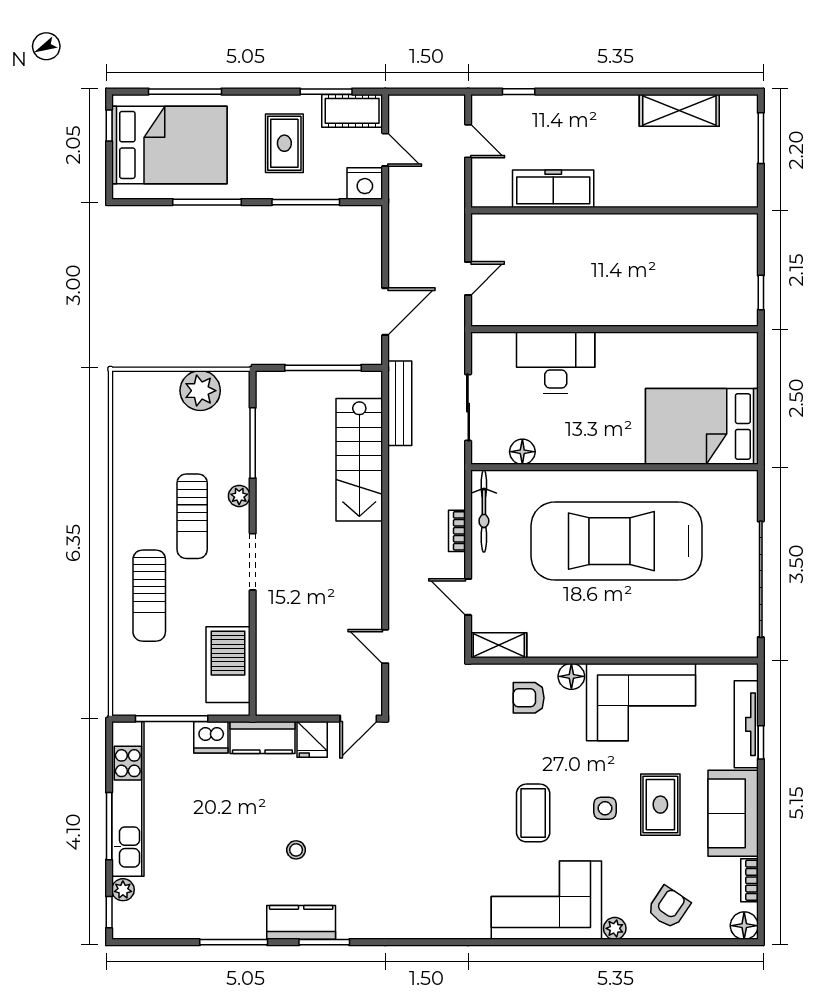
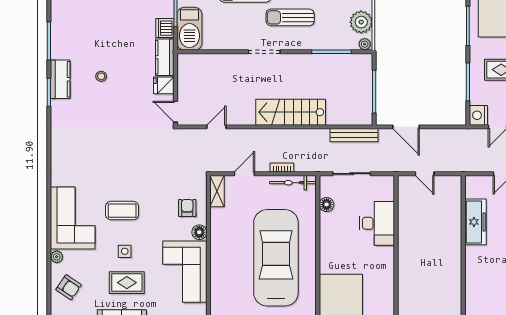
stairs: (359, 460) -> (291, 112), moved
plant: (239, 496) -> (365, 44), moved
barbecue: (228, 665) -> (189, 29), moved, turned 90

